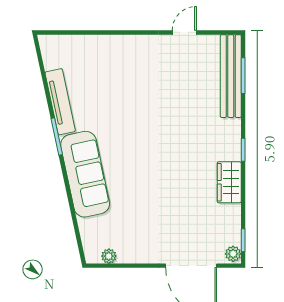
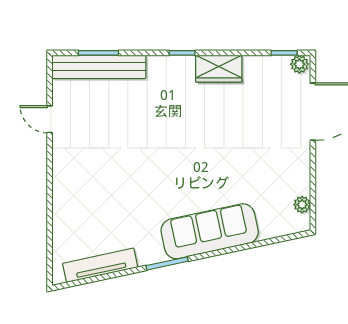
tv unit: (60, 102) -> (100, 265), moved

